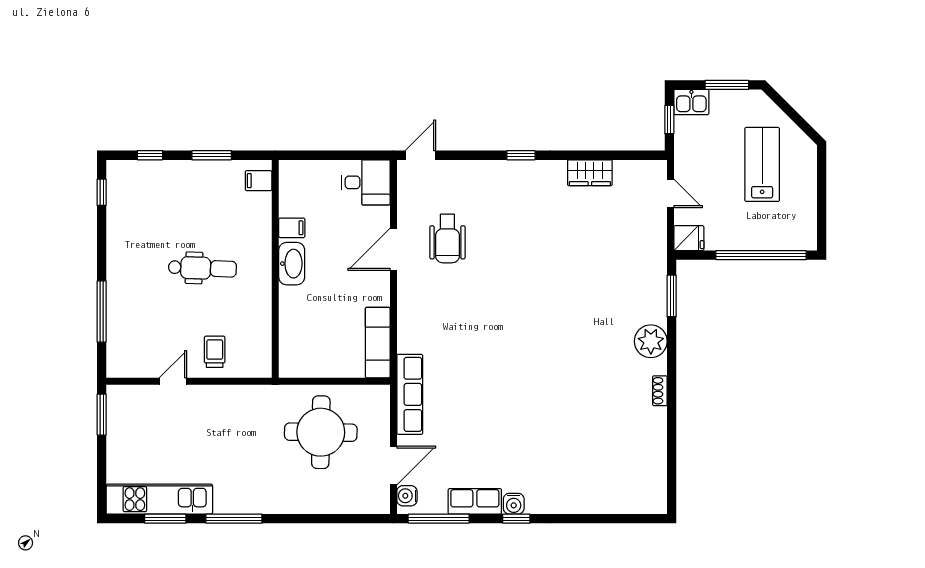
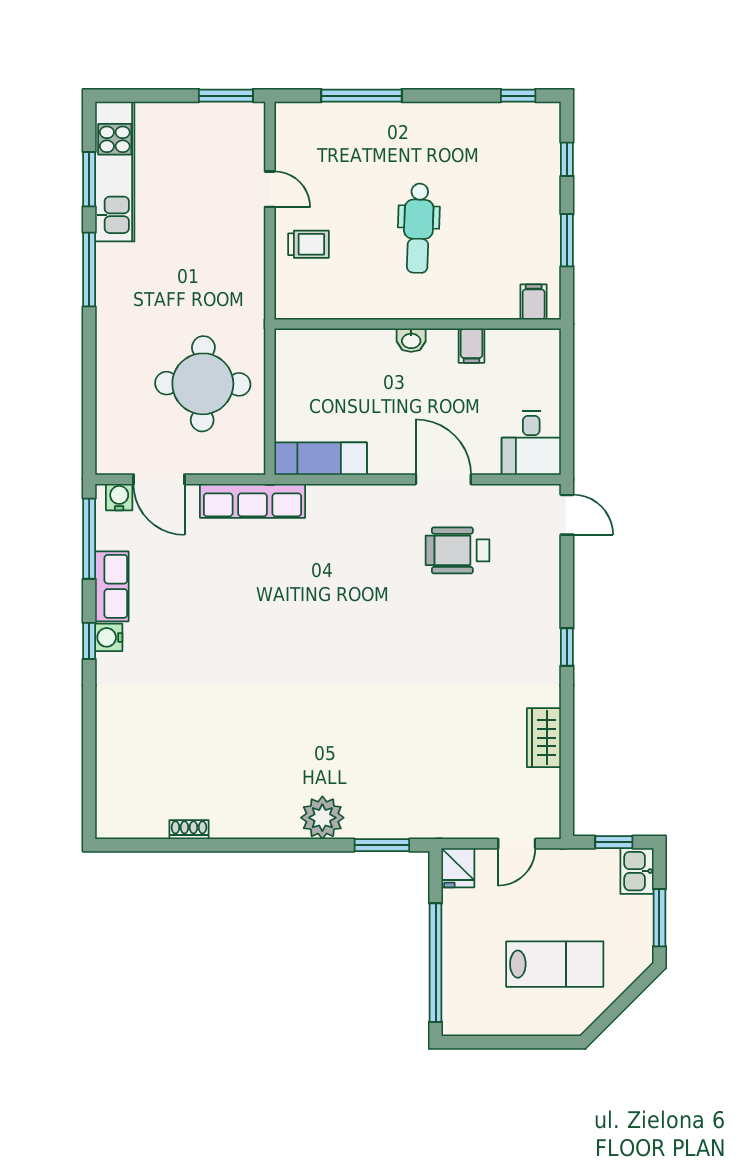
washbasin: (292, 264) -> (411, 340), width x0.52, depth x0.69
shoe rack: (660, 391) -> (189, 830), moved

